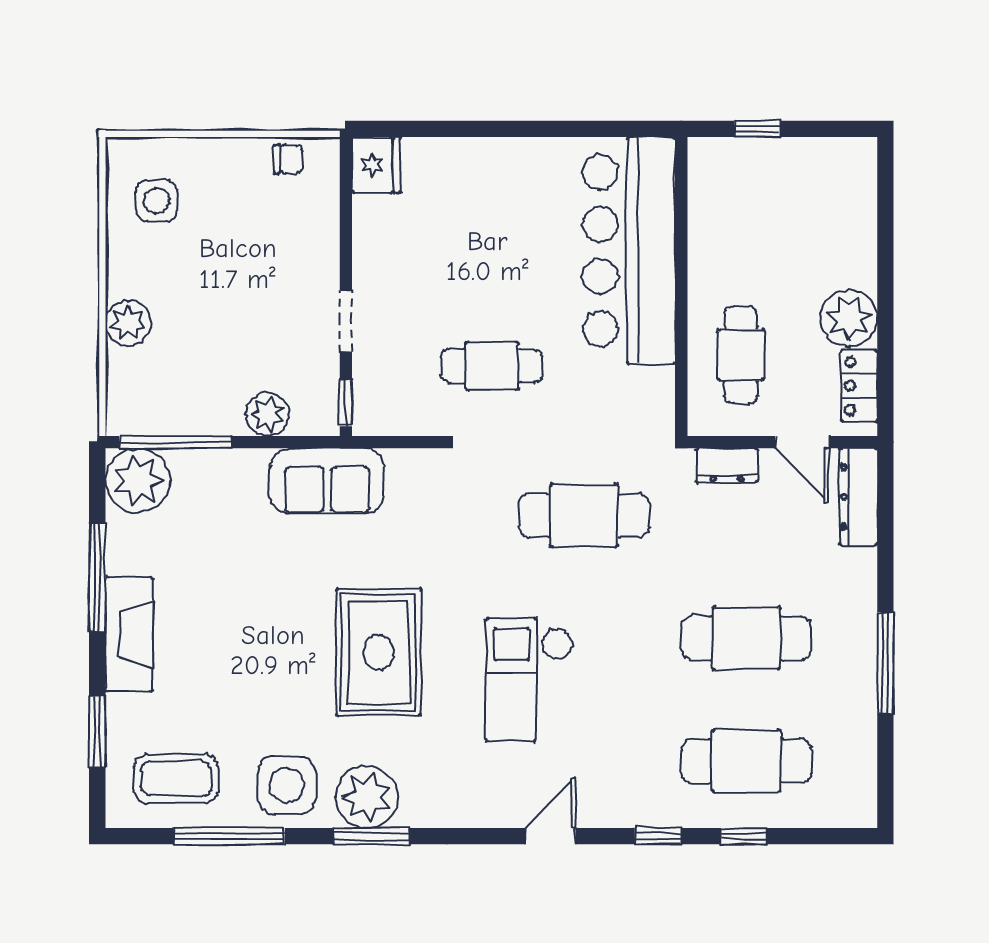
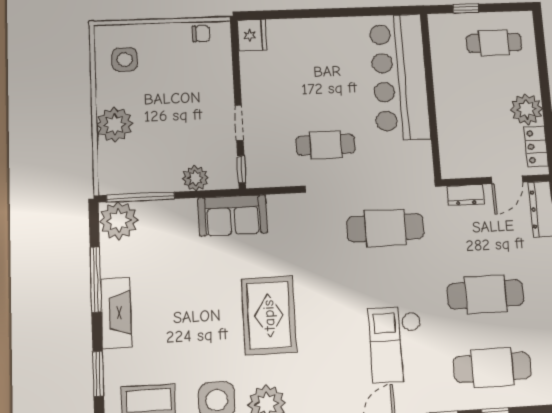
plant: (128, 323) -> (115, 124), width x1.36, depth x1.36
cafe table: (741, 355) -> (494, 43), moved, turned 90
door: (802, 442) -> (507, 180), hinge flipped
checkout: (529, 680) -> (396, 344), moved

